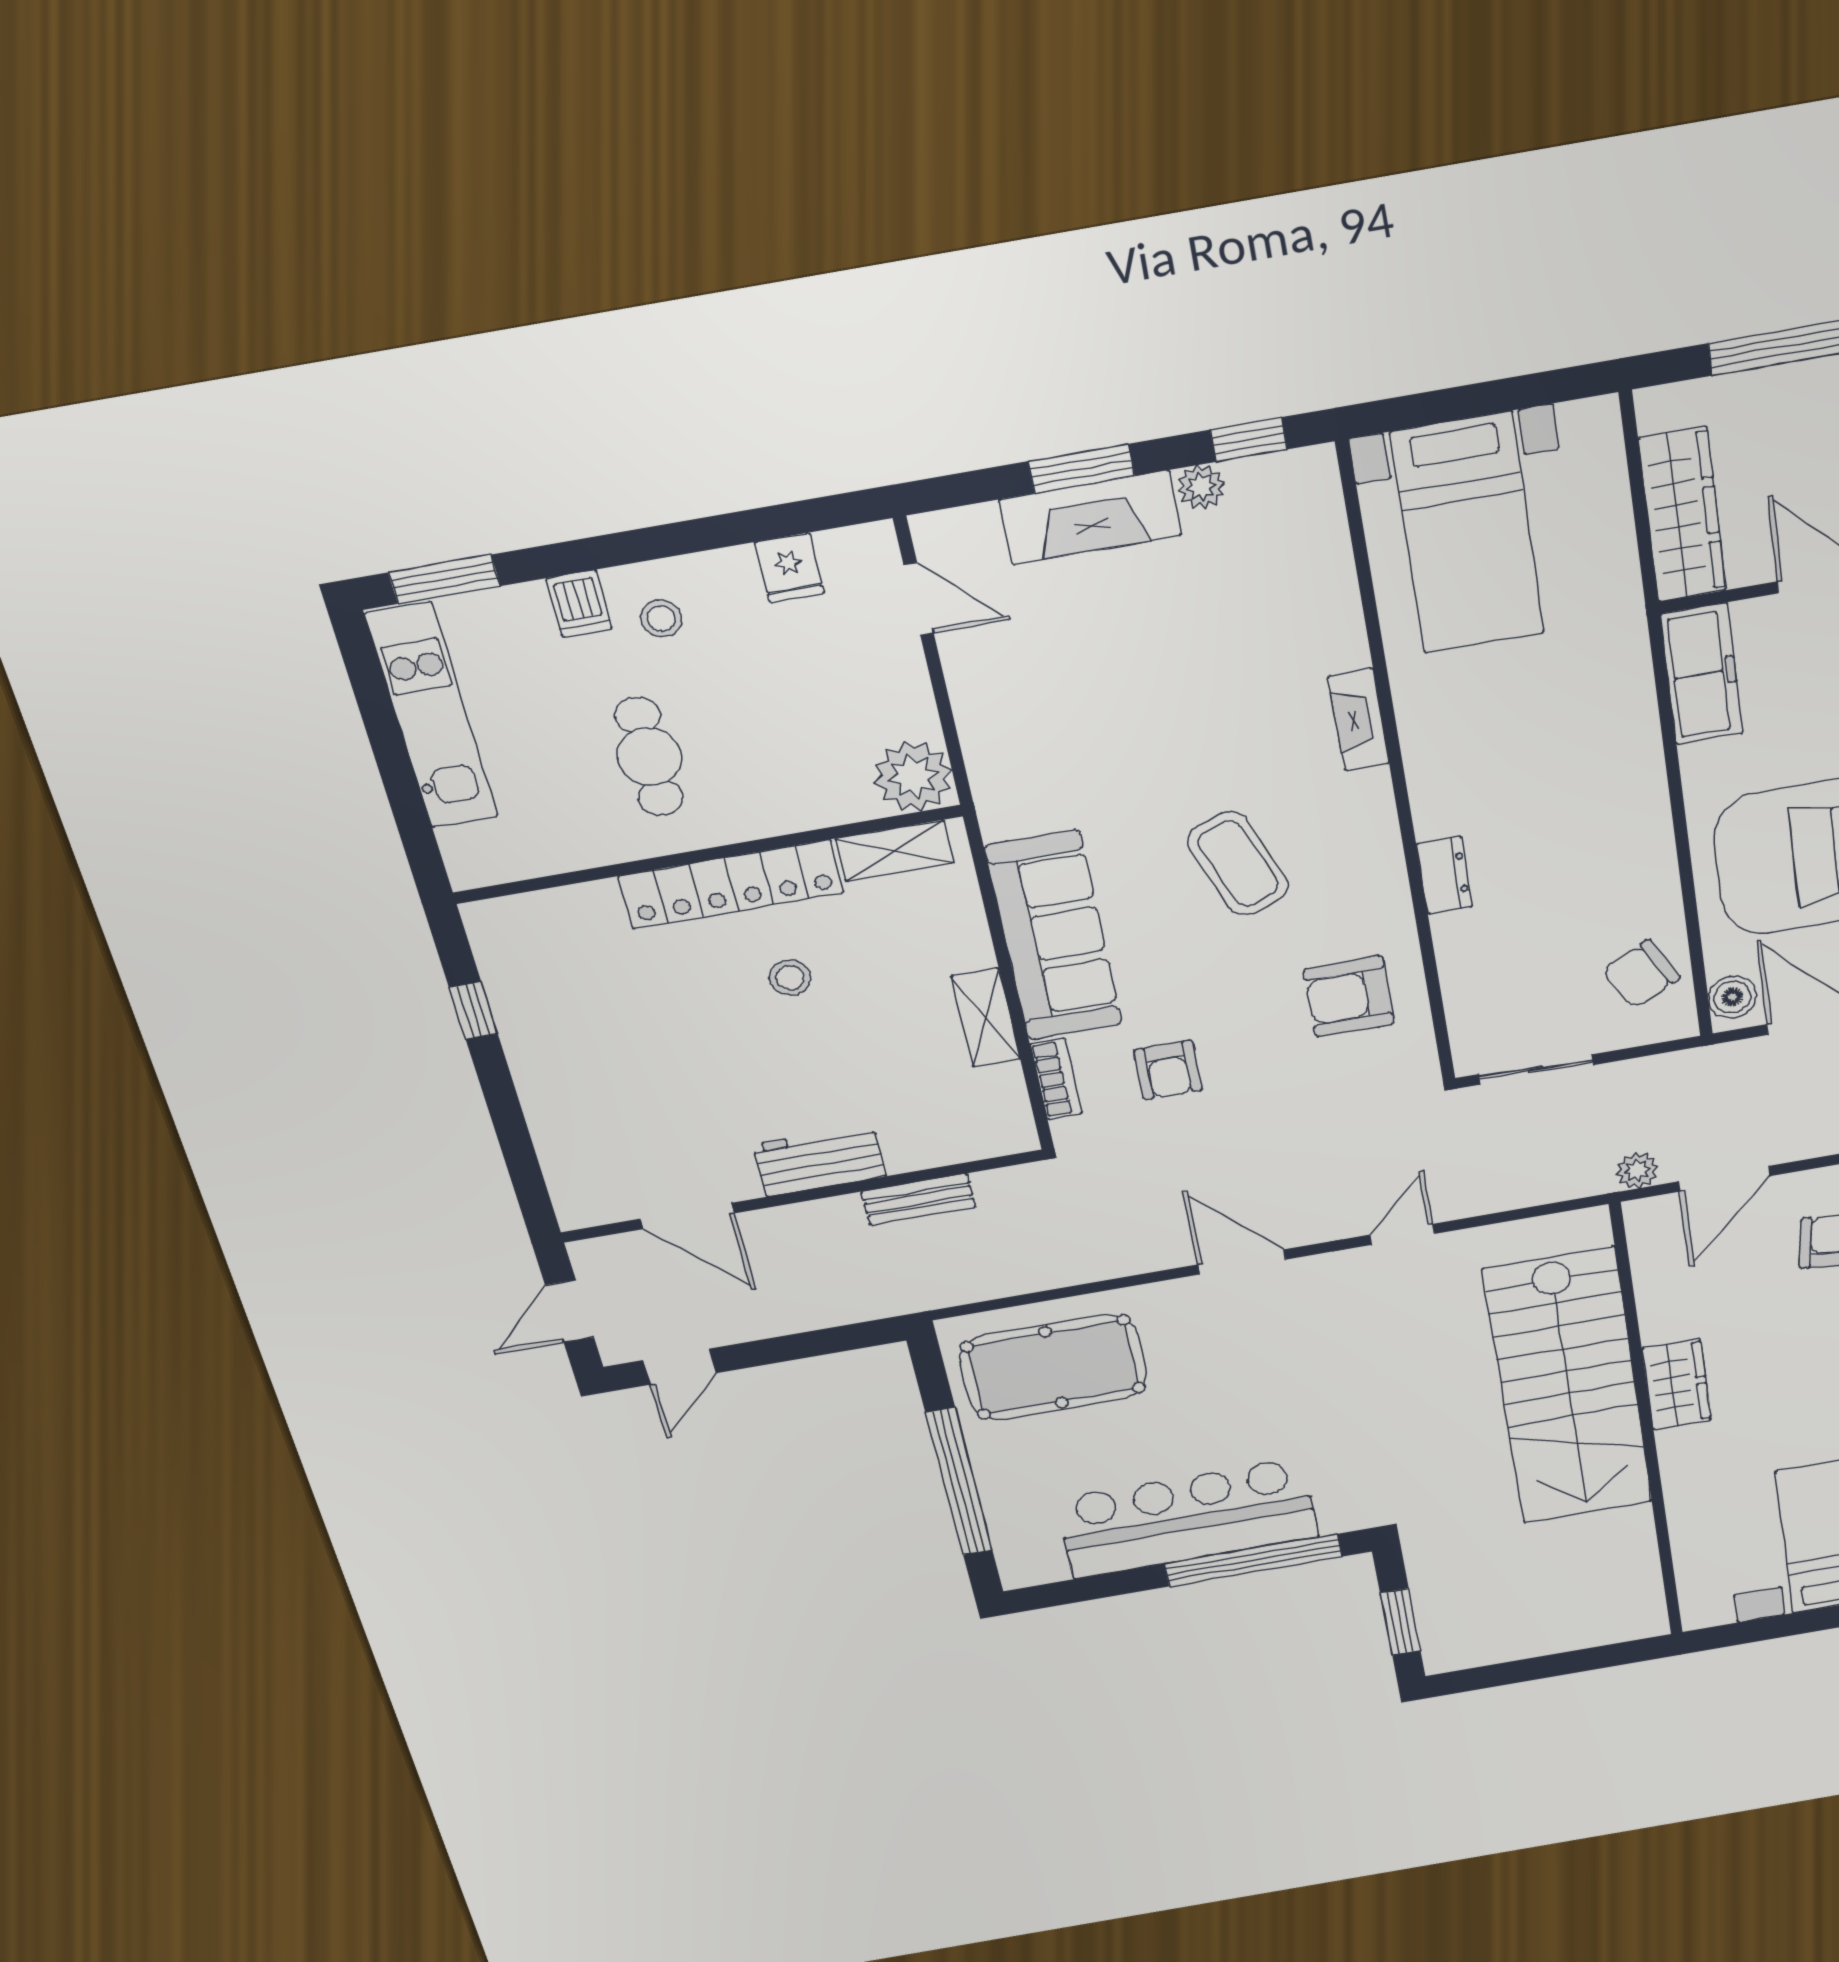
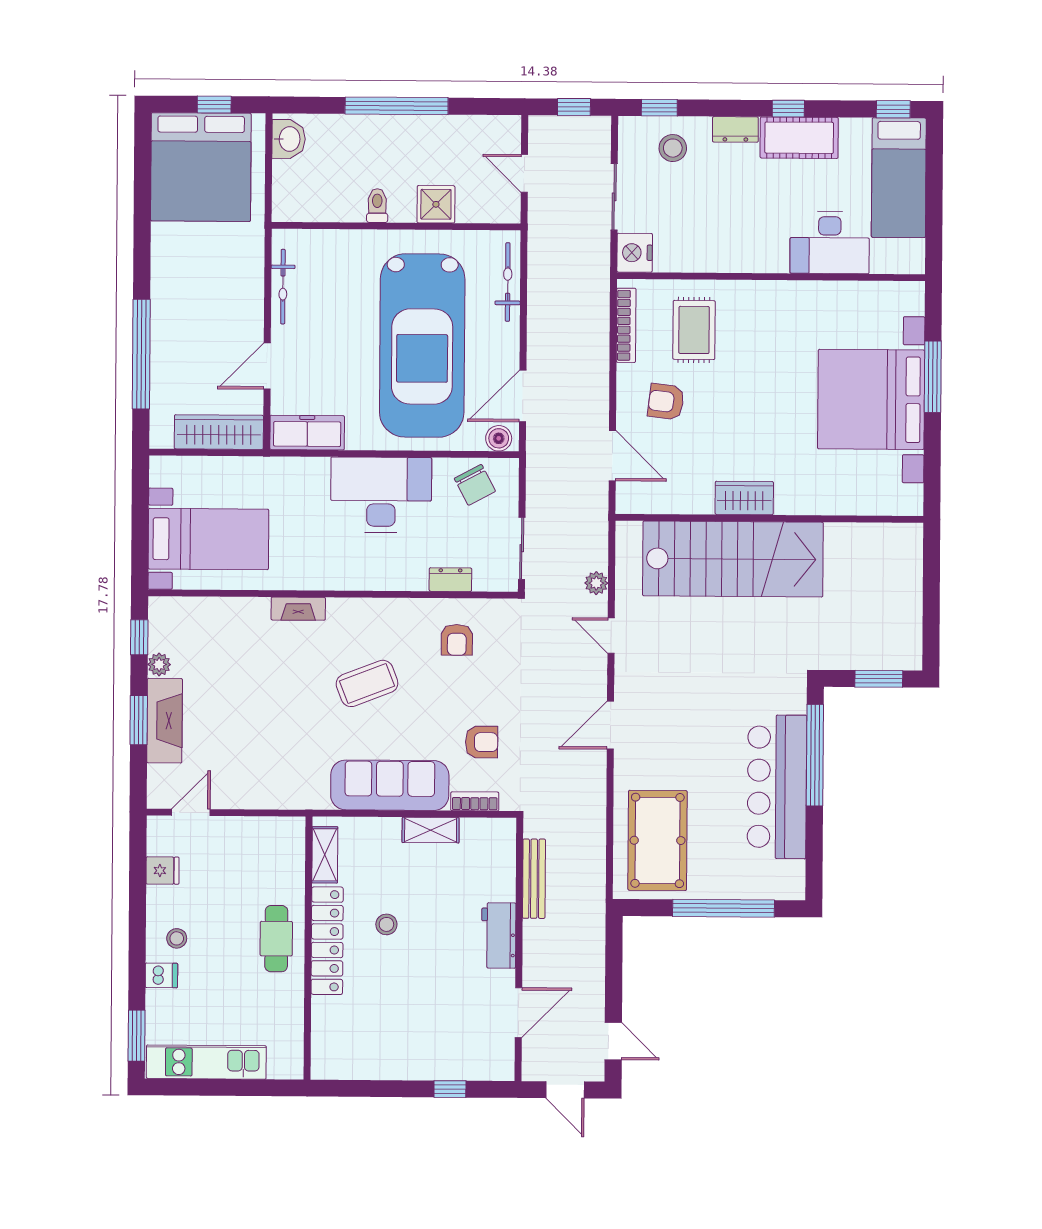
cafe table: (649, 757) -> (276, 939), moved, turned 90
plant: (913, 777) -> (285, 836), removed
desk: (1600, 823) -> (381, 495), added
dresser: (1444, 875) -> (450, 580), moved
armchair: (1349, 997) -> (457, 640), width x0.72, depth x0.72
window: (473, 1010) -> (450, 1089), moved
plant: (1637, 1170) -> (596, 583), moved
bench: (918, 1199) -> (534, 879), width x1.36

